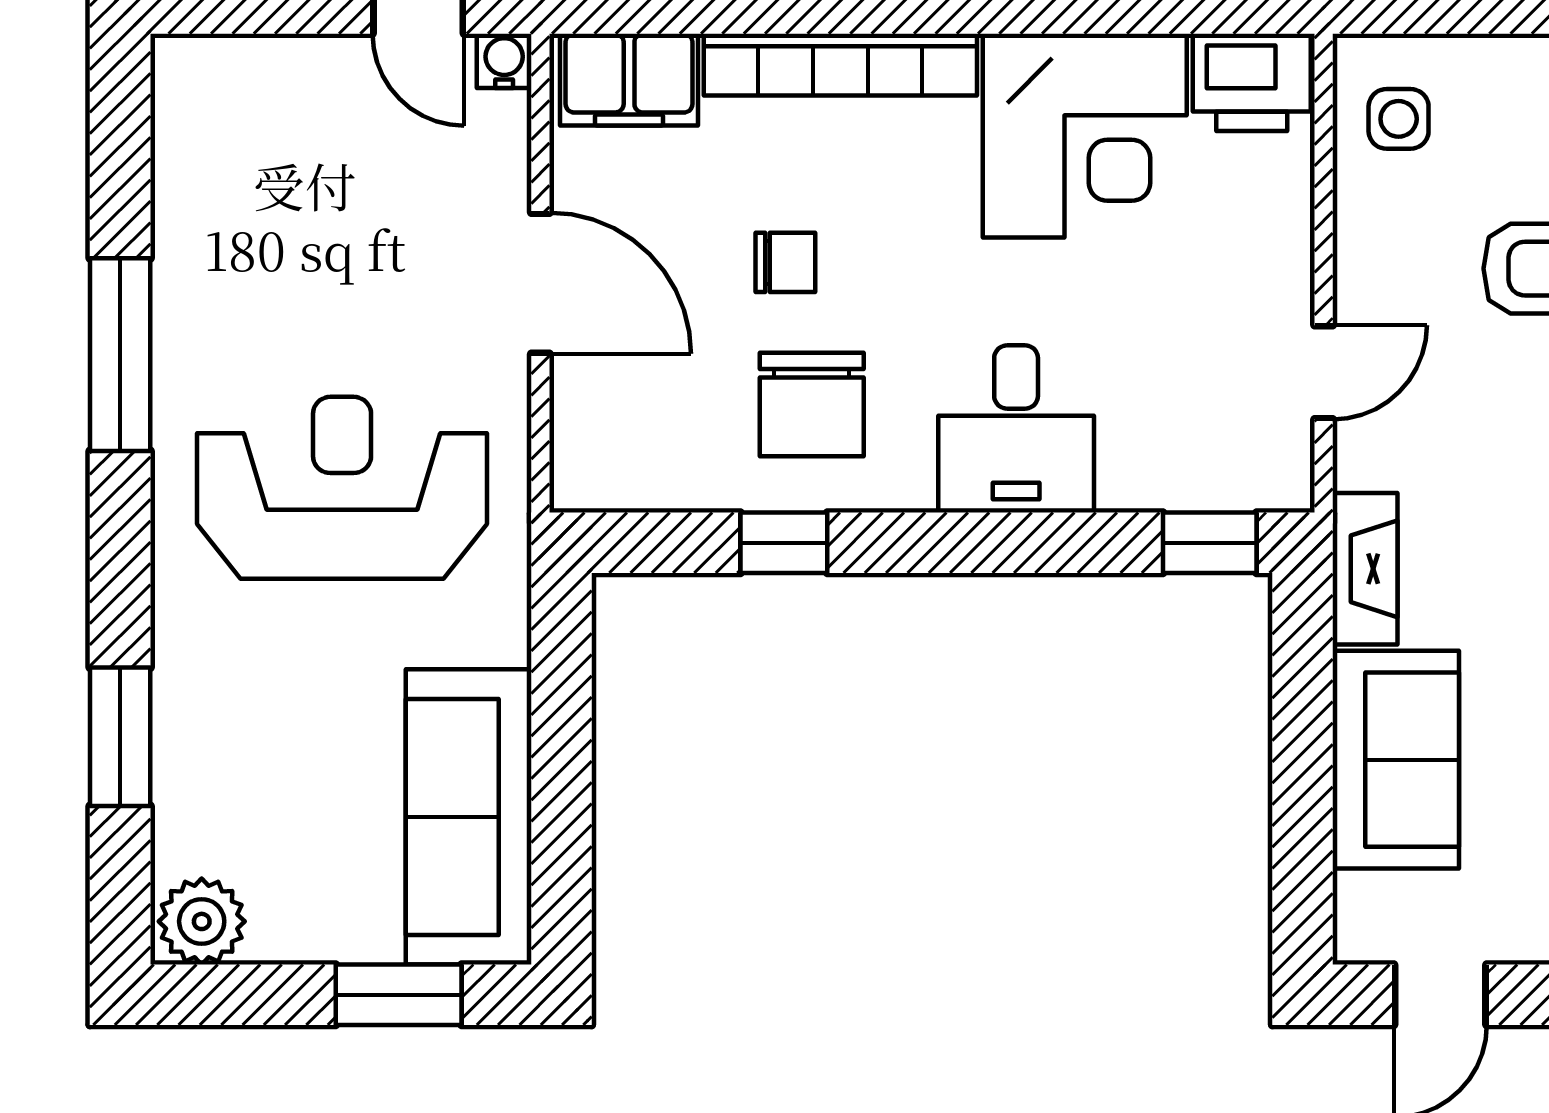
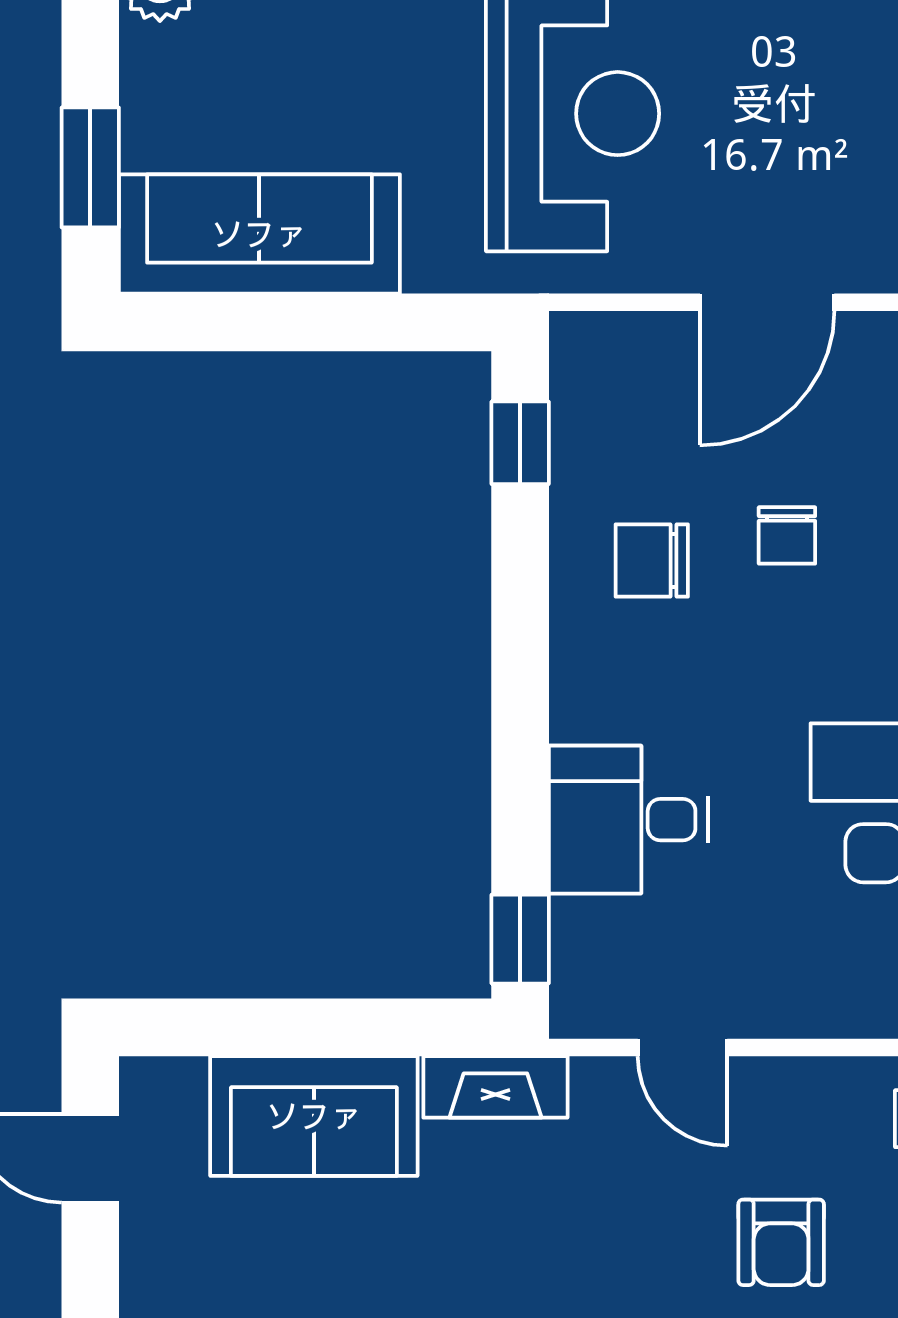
chair: (812, 404) -> (652, 560), width x0.73, depth x0.73
desk: (1016, 429) -> (629, 820), moved
window: (784, 543) -> (520, 443), moved

